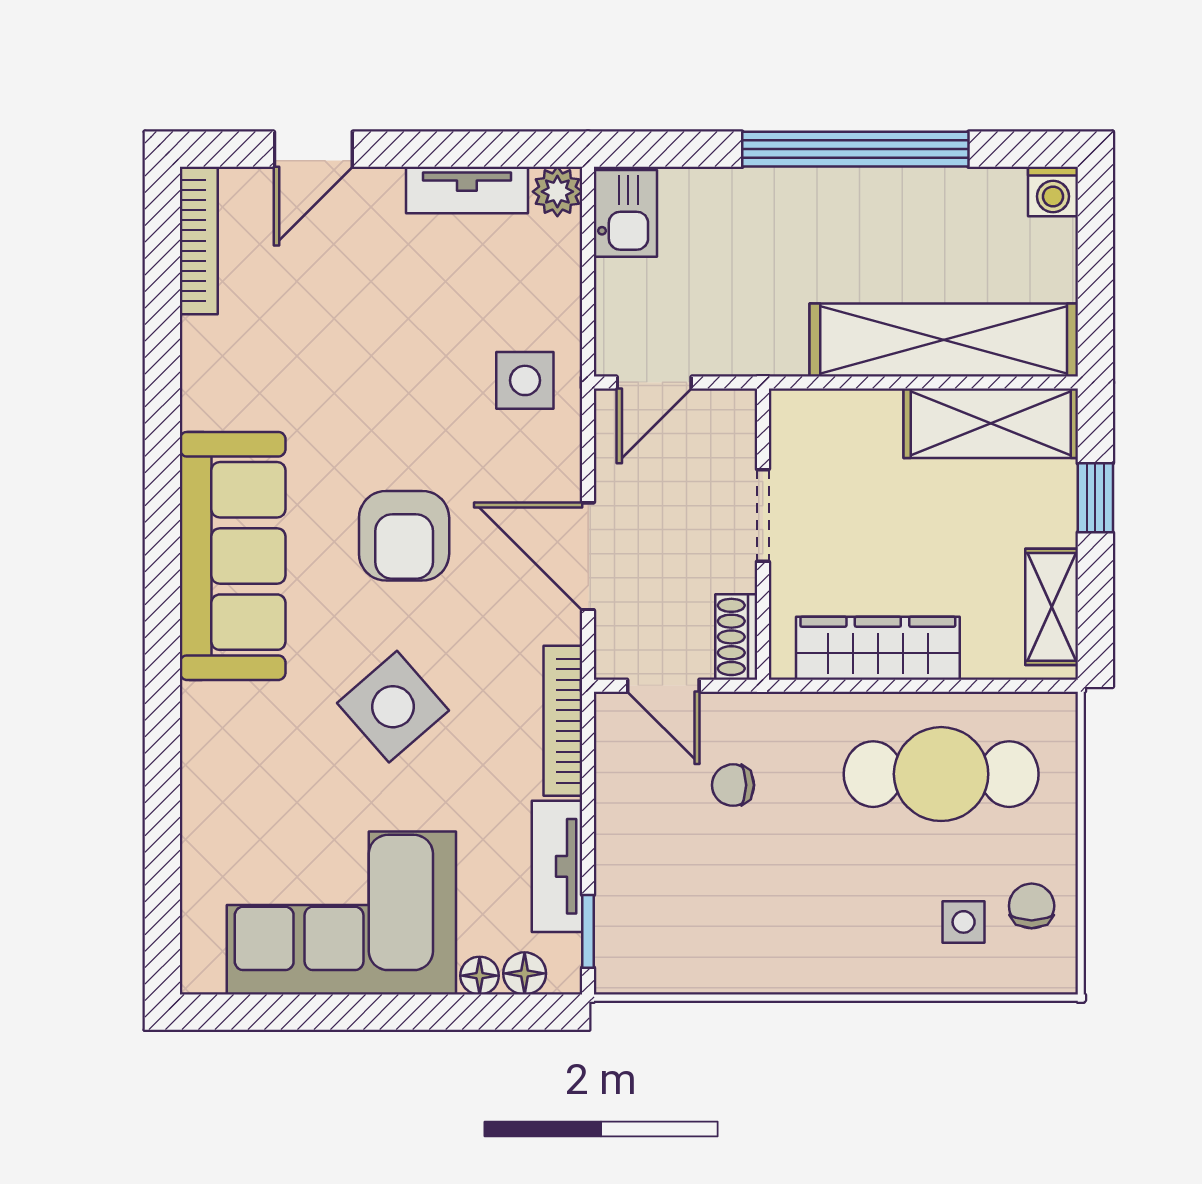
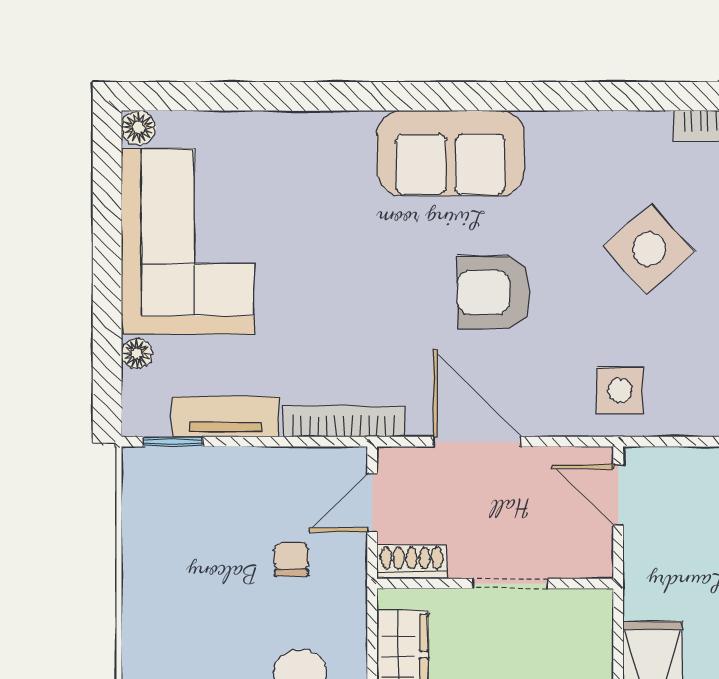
sofa: (233, 556) -> (451, 153), width x0.73
door: (588, 556) -> (477, 442), hinge flipped
side table: (393, 707) -> (649, 249), moved
floor lamp: (525, 973) -> (139, 128), moved

